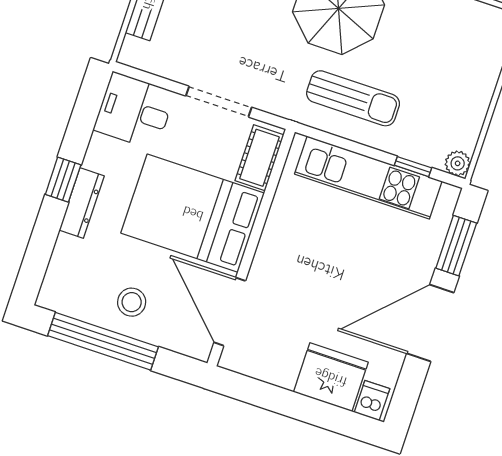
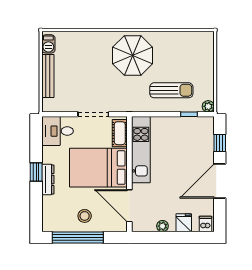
sun lounger: (353, 98) -> (171, 90), moved
kitchen unit: (368, 178) -> (141, 150), moved, turned -90
window: (456, 246) -> (220, 143), width x0.67
plant: (283, 376) -> (162, 226), added
fridge: (331, 377) -> (184, 223), width x0.53, depth x0.75

